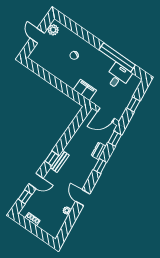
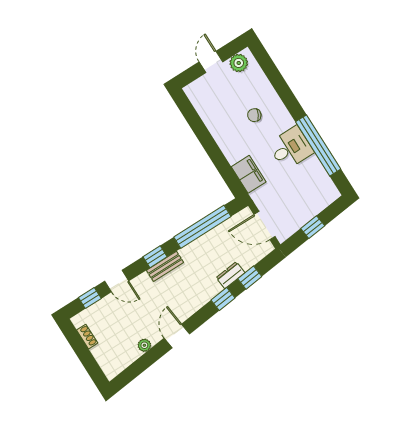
desk: (118, 76) -> (291, 148), moved
window: (71, 130) -> (202, 227), added
window: (115, 139) -> (250, 278), moved

